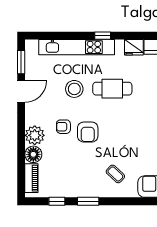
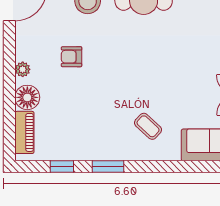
armchair: (88, 132) -> (107, 65), removed
plant: (35, 135) -> (23, 69), width x0.53, depth x0.53

